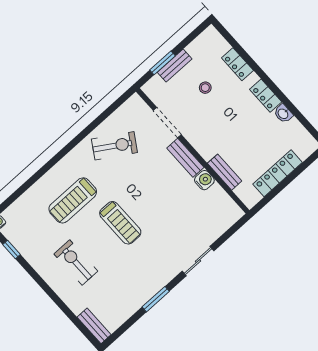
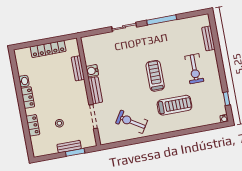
window: (156, 299) -> (162, 20), width x1.44
bench: (94, 326) -> (208, 38), moved

